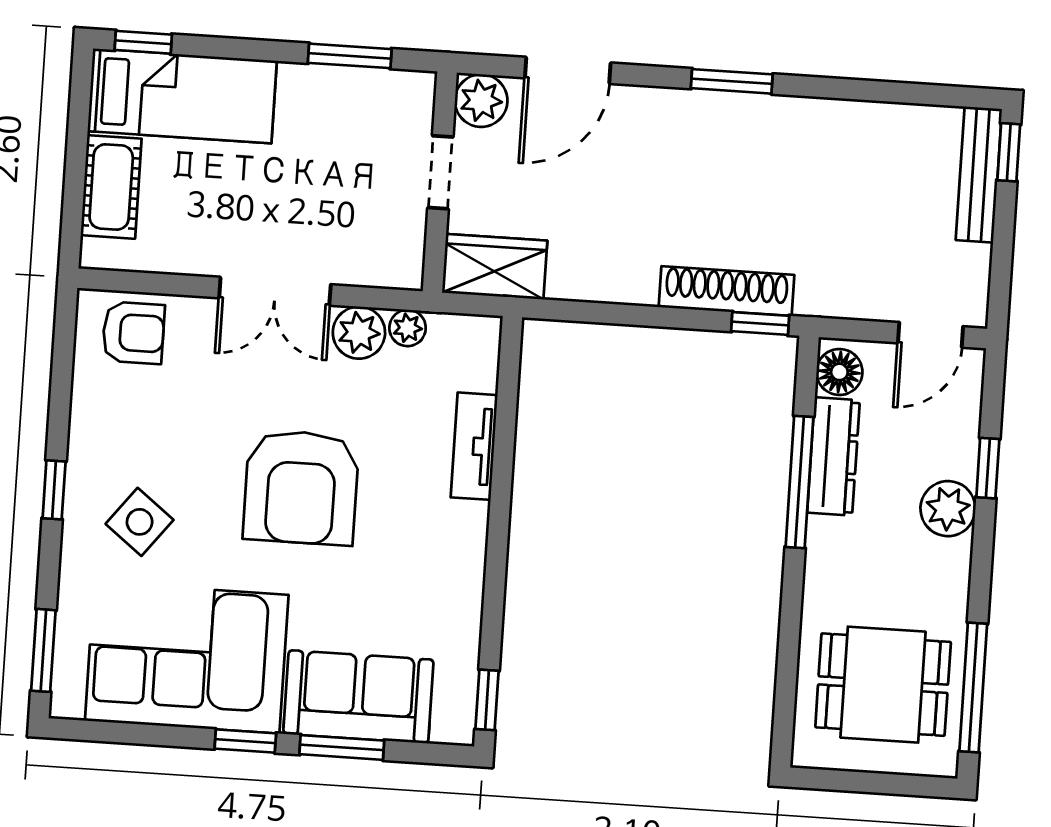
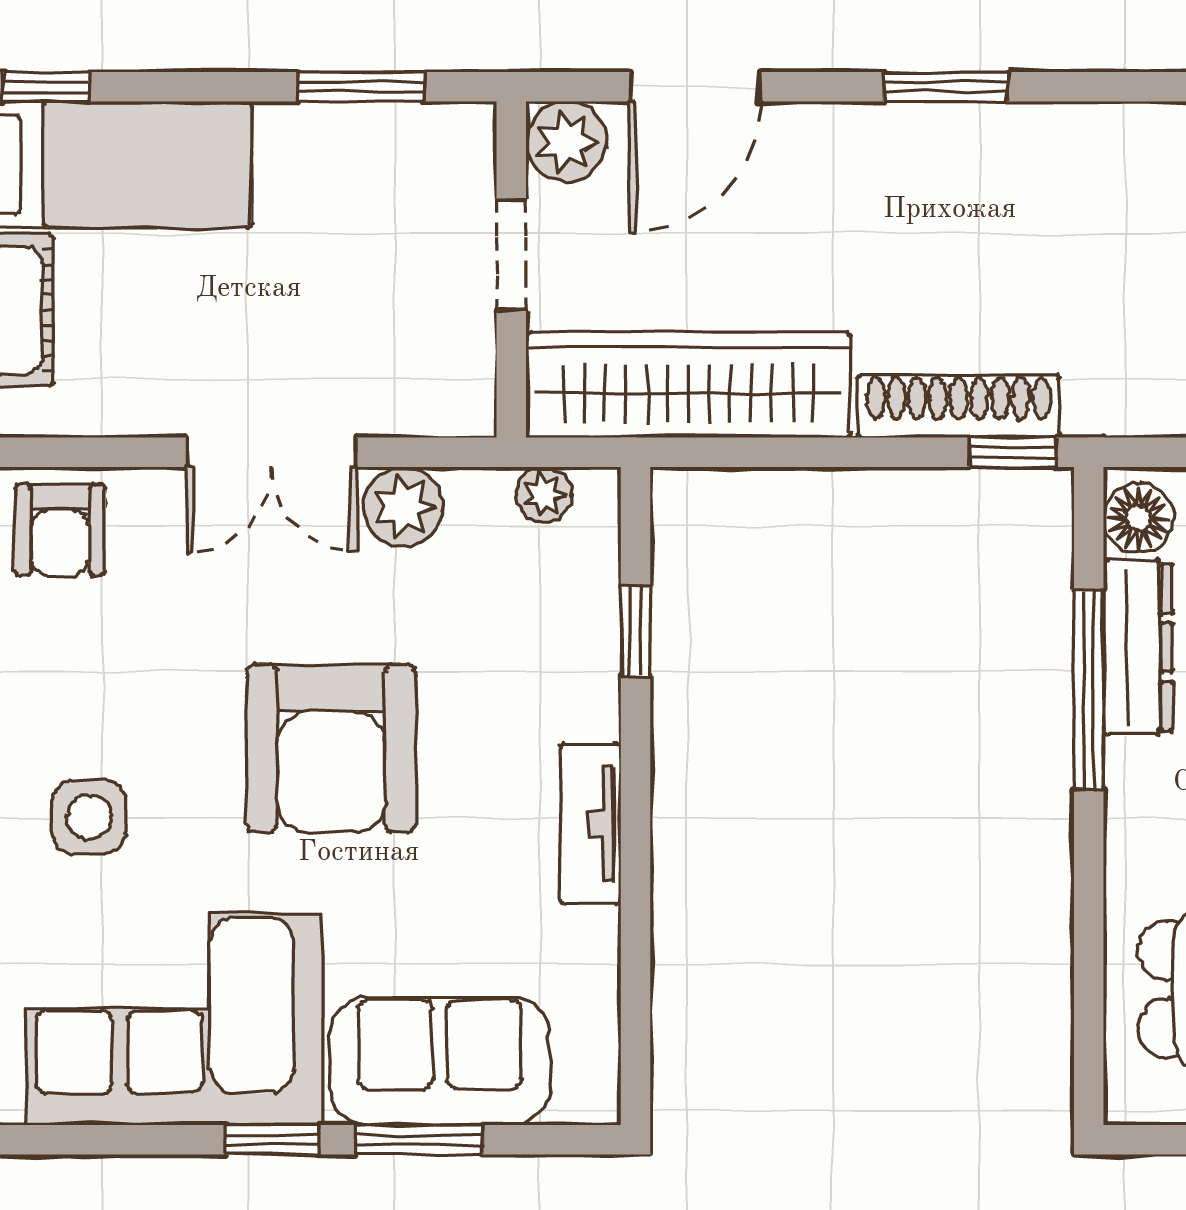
wardrobe: (495, 267) -> (689, 385), width x2.10, depth x1.17
plant: (408, 328) -> (544, 495), moved
armchair: (133, 333) -> (60, 530), turned 90
tv unit: (474, 446) -> (590, 824), moved
side table: (140, 522) -> (89, 817), turned -38
window: (487, 700) -> (636, 631), moved

